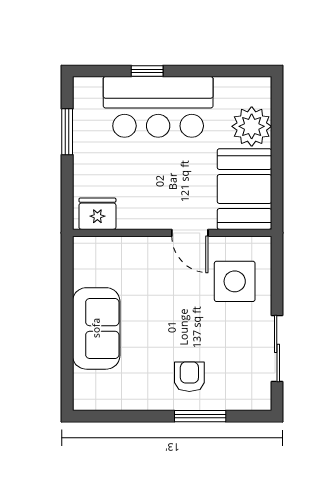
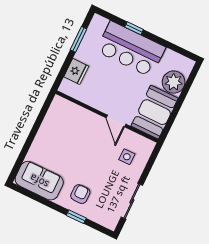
fridge: (97, 214) -> (76, 71), moved, turned 90
side table: (235, 281) -> (127, 157), width x0.54, depth x0.54
sofa: (96, 328) -> (39, 181), moved, turned -90
window: (200, 416) -> (76, 217), width x0.67

